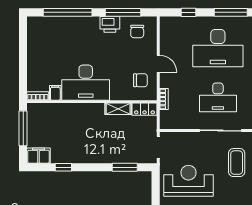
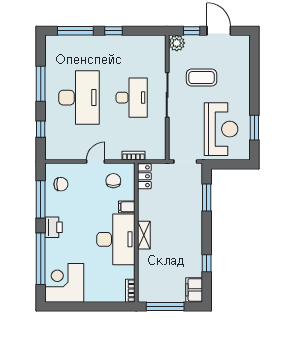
printer: (110, 24) -> (53, 227), moved
corner desk: (45, 34) -> (64, 283), added
filing cabinet: (55, 93) -> (127, 207), moved
shelving: (118, 109) -> (144, 235), moved
reception desk: (189, 181) -> (221, 129), turned 180

